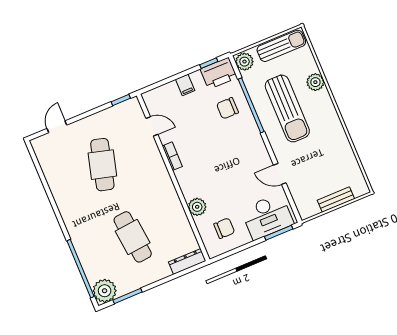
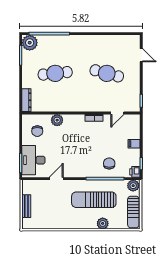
printer: (219, 73) -> (135, 172), width x0.53, depth x0.68

